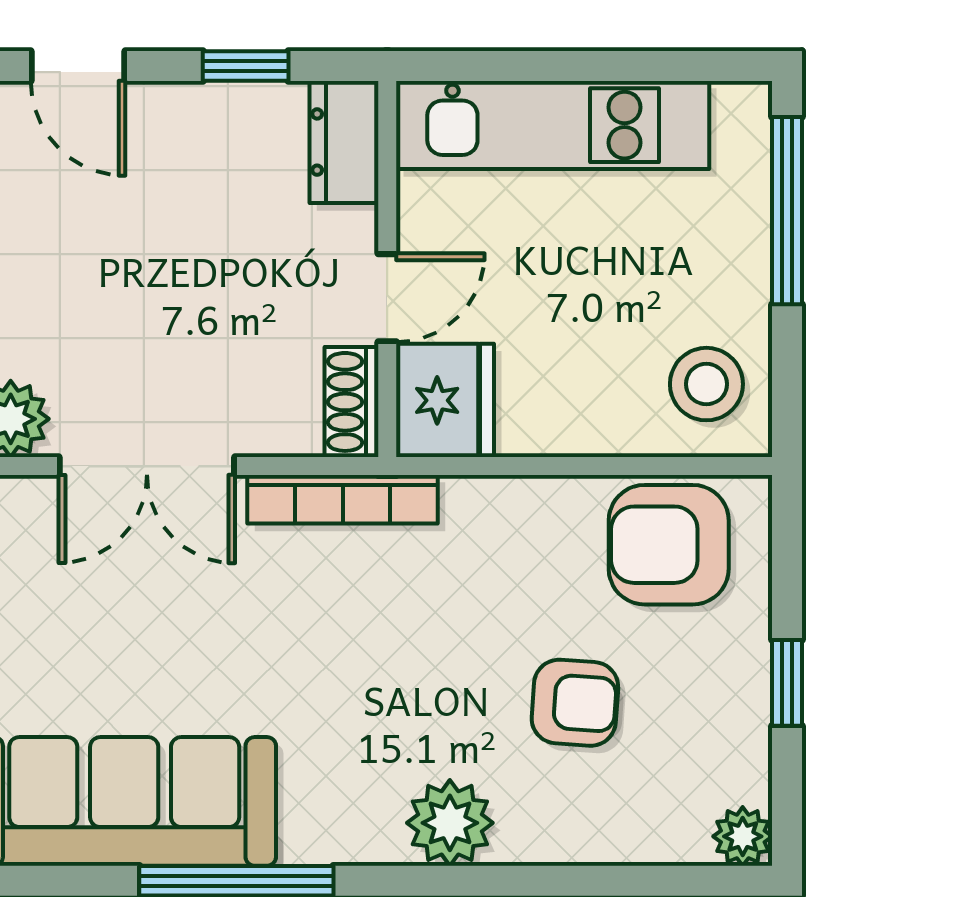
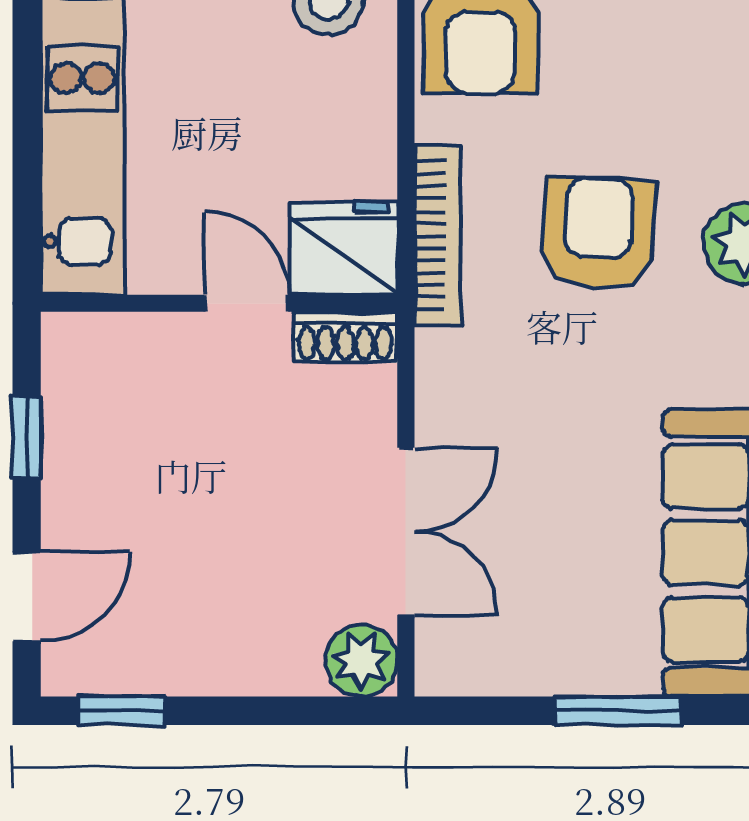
dresser: (344, 142) -> (99, 344), removed
bookcase: (343, 499) -> (437, 236), moved
armchair: (575, 703) -> (598, 233), moved, width x1.38, depth x1.38

